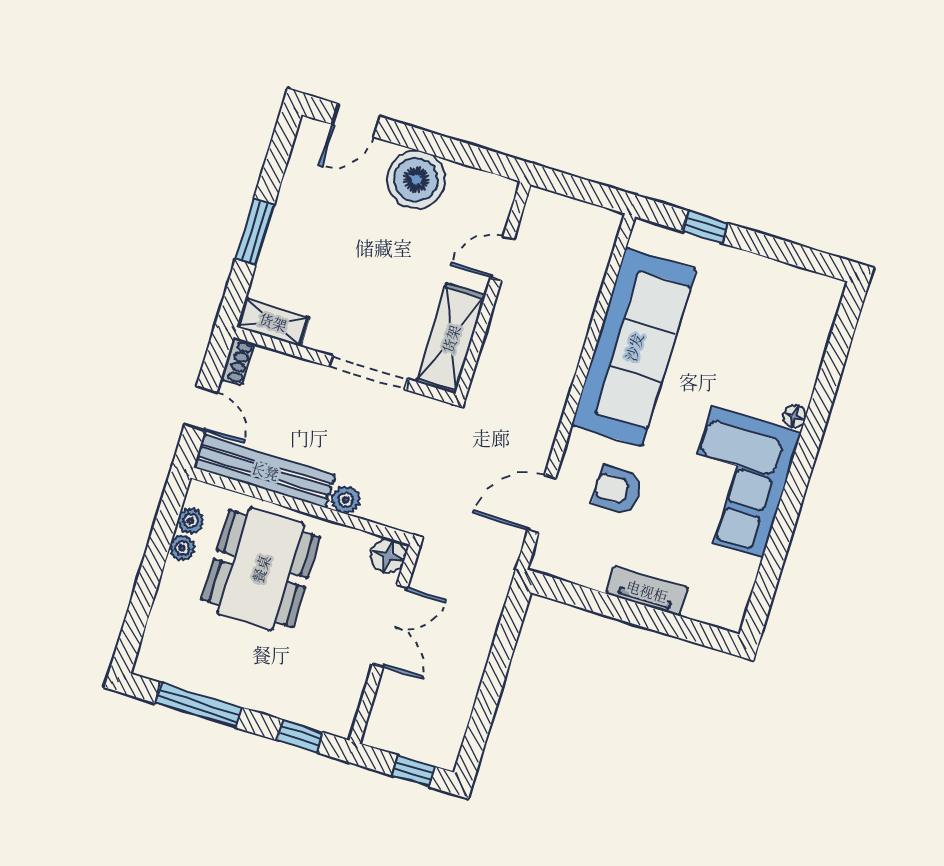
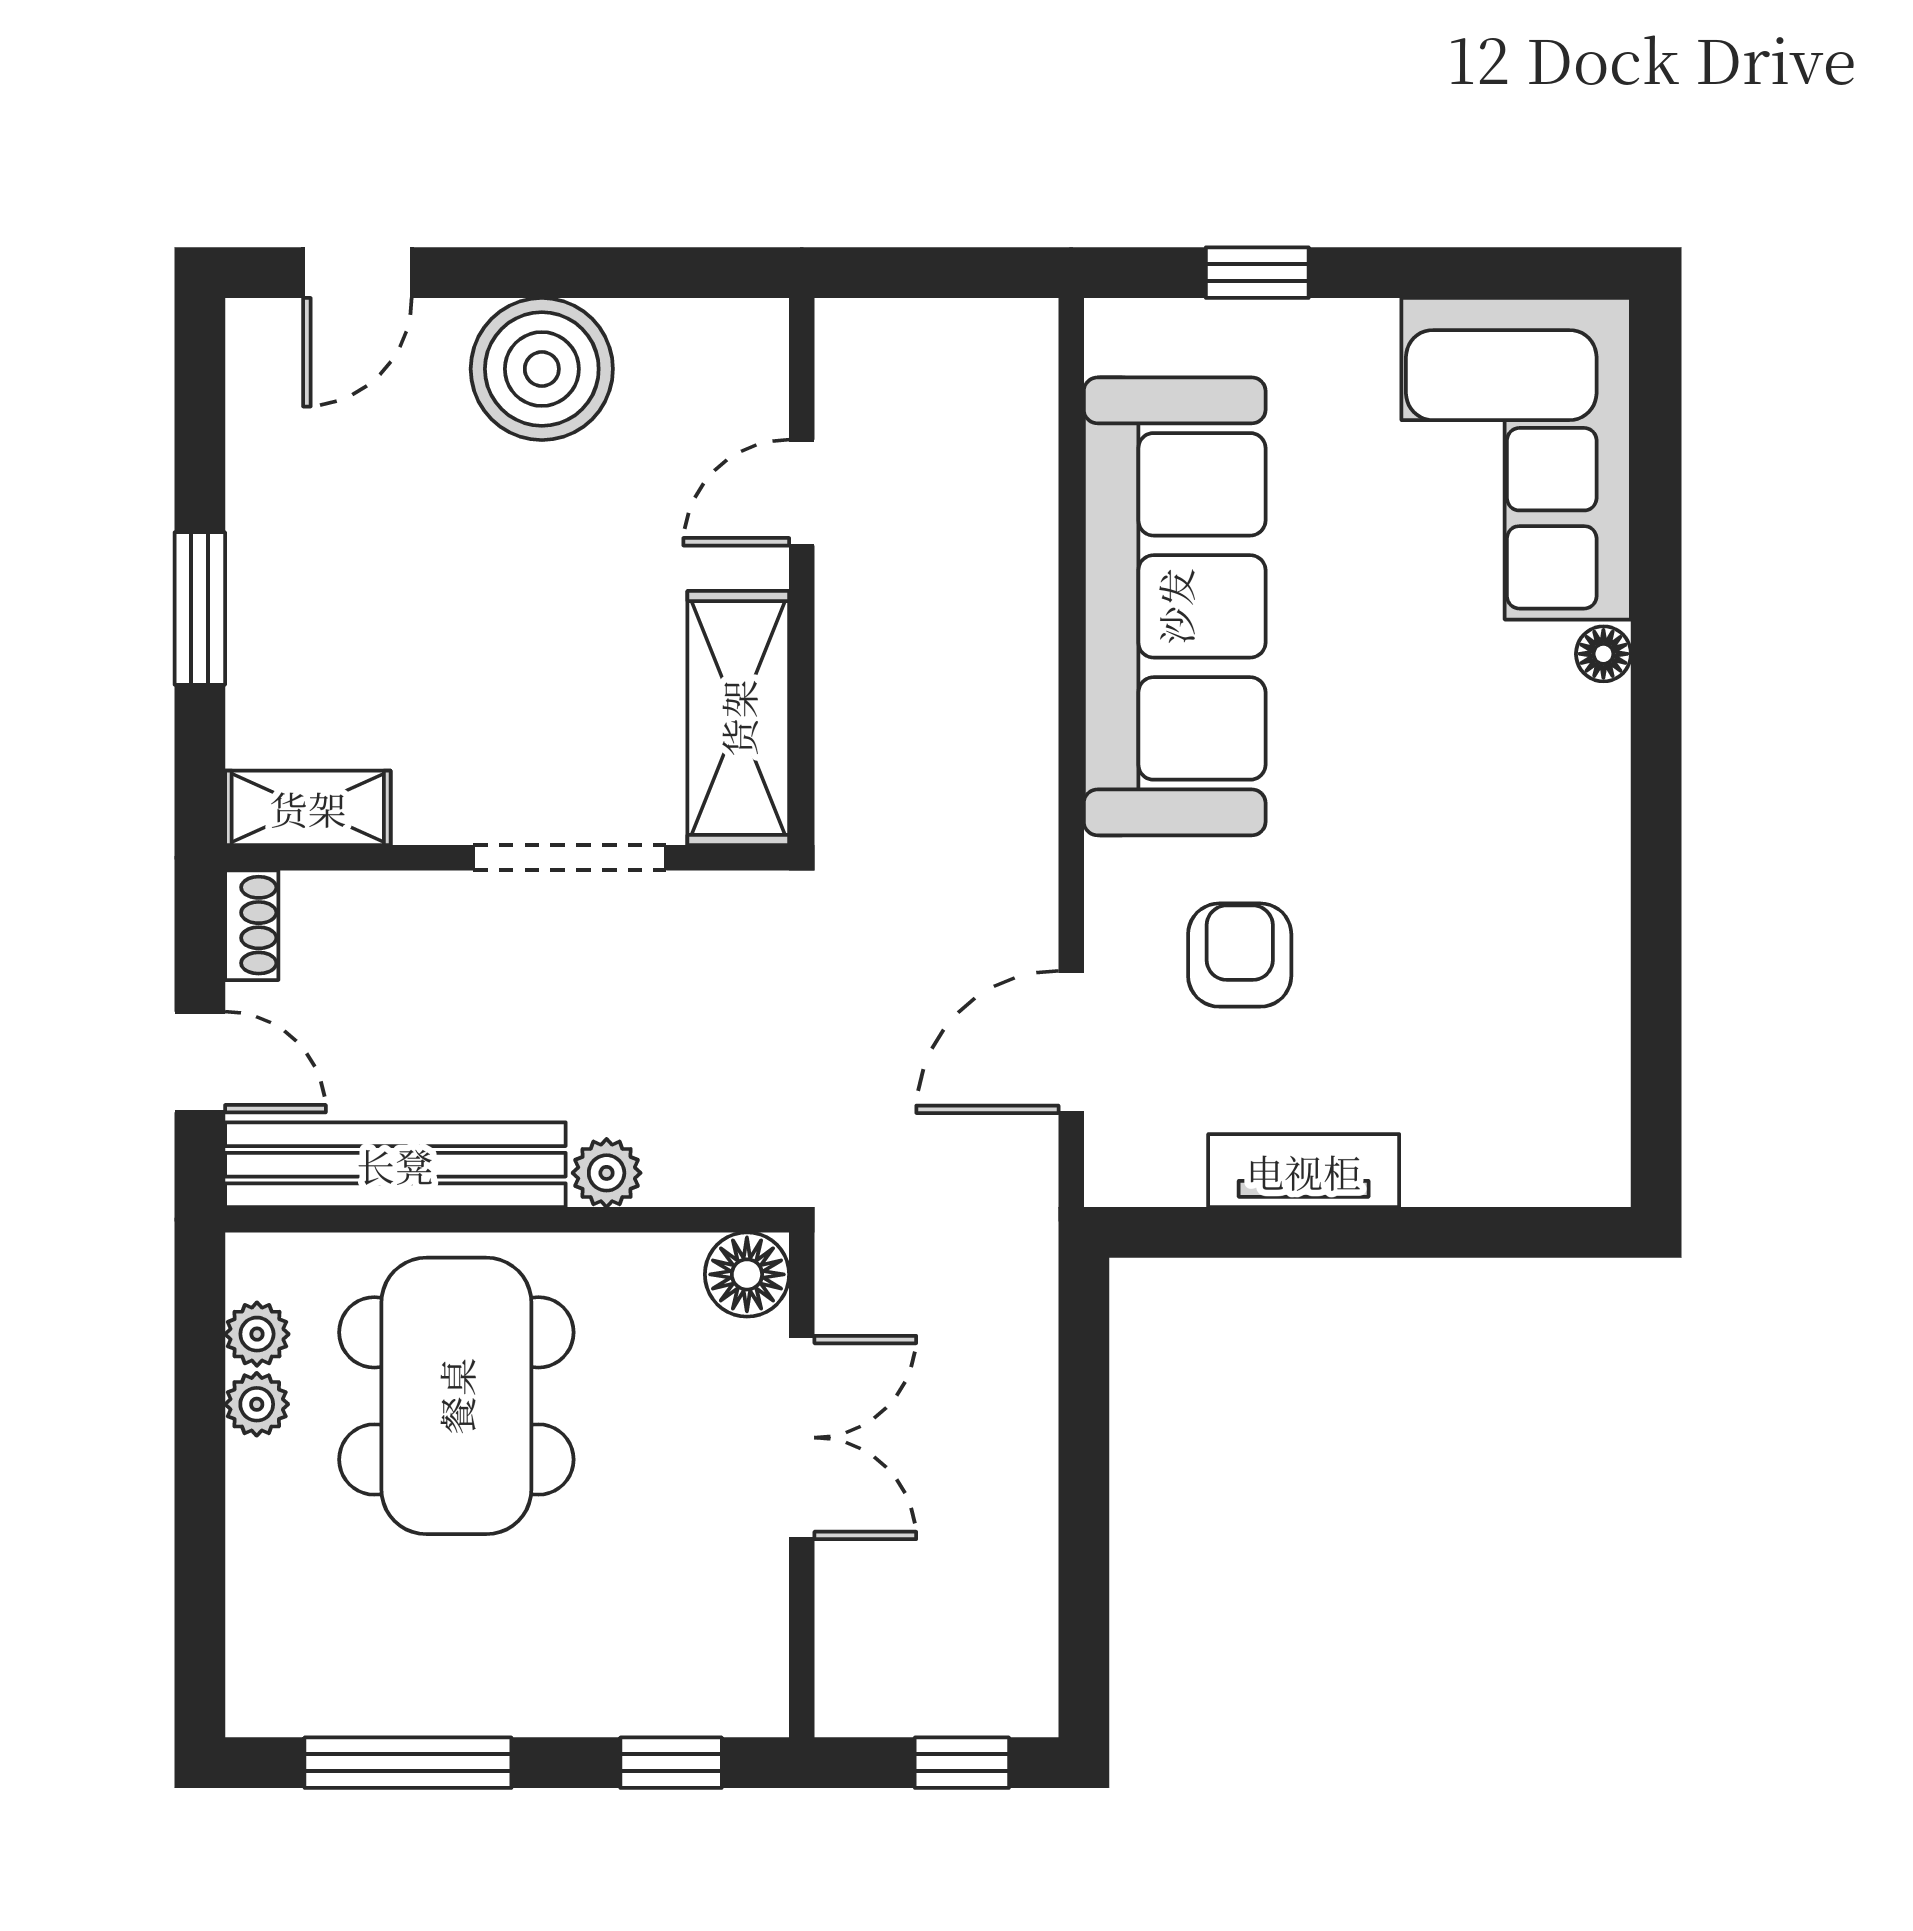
corner sofa: (738, 482) -> (1516, 459), moved
armchair: (618, 490) -> (1240, 955), turned 90
tv unit: (647, 591) -> (1304, 1171), moved

